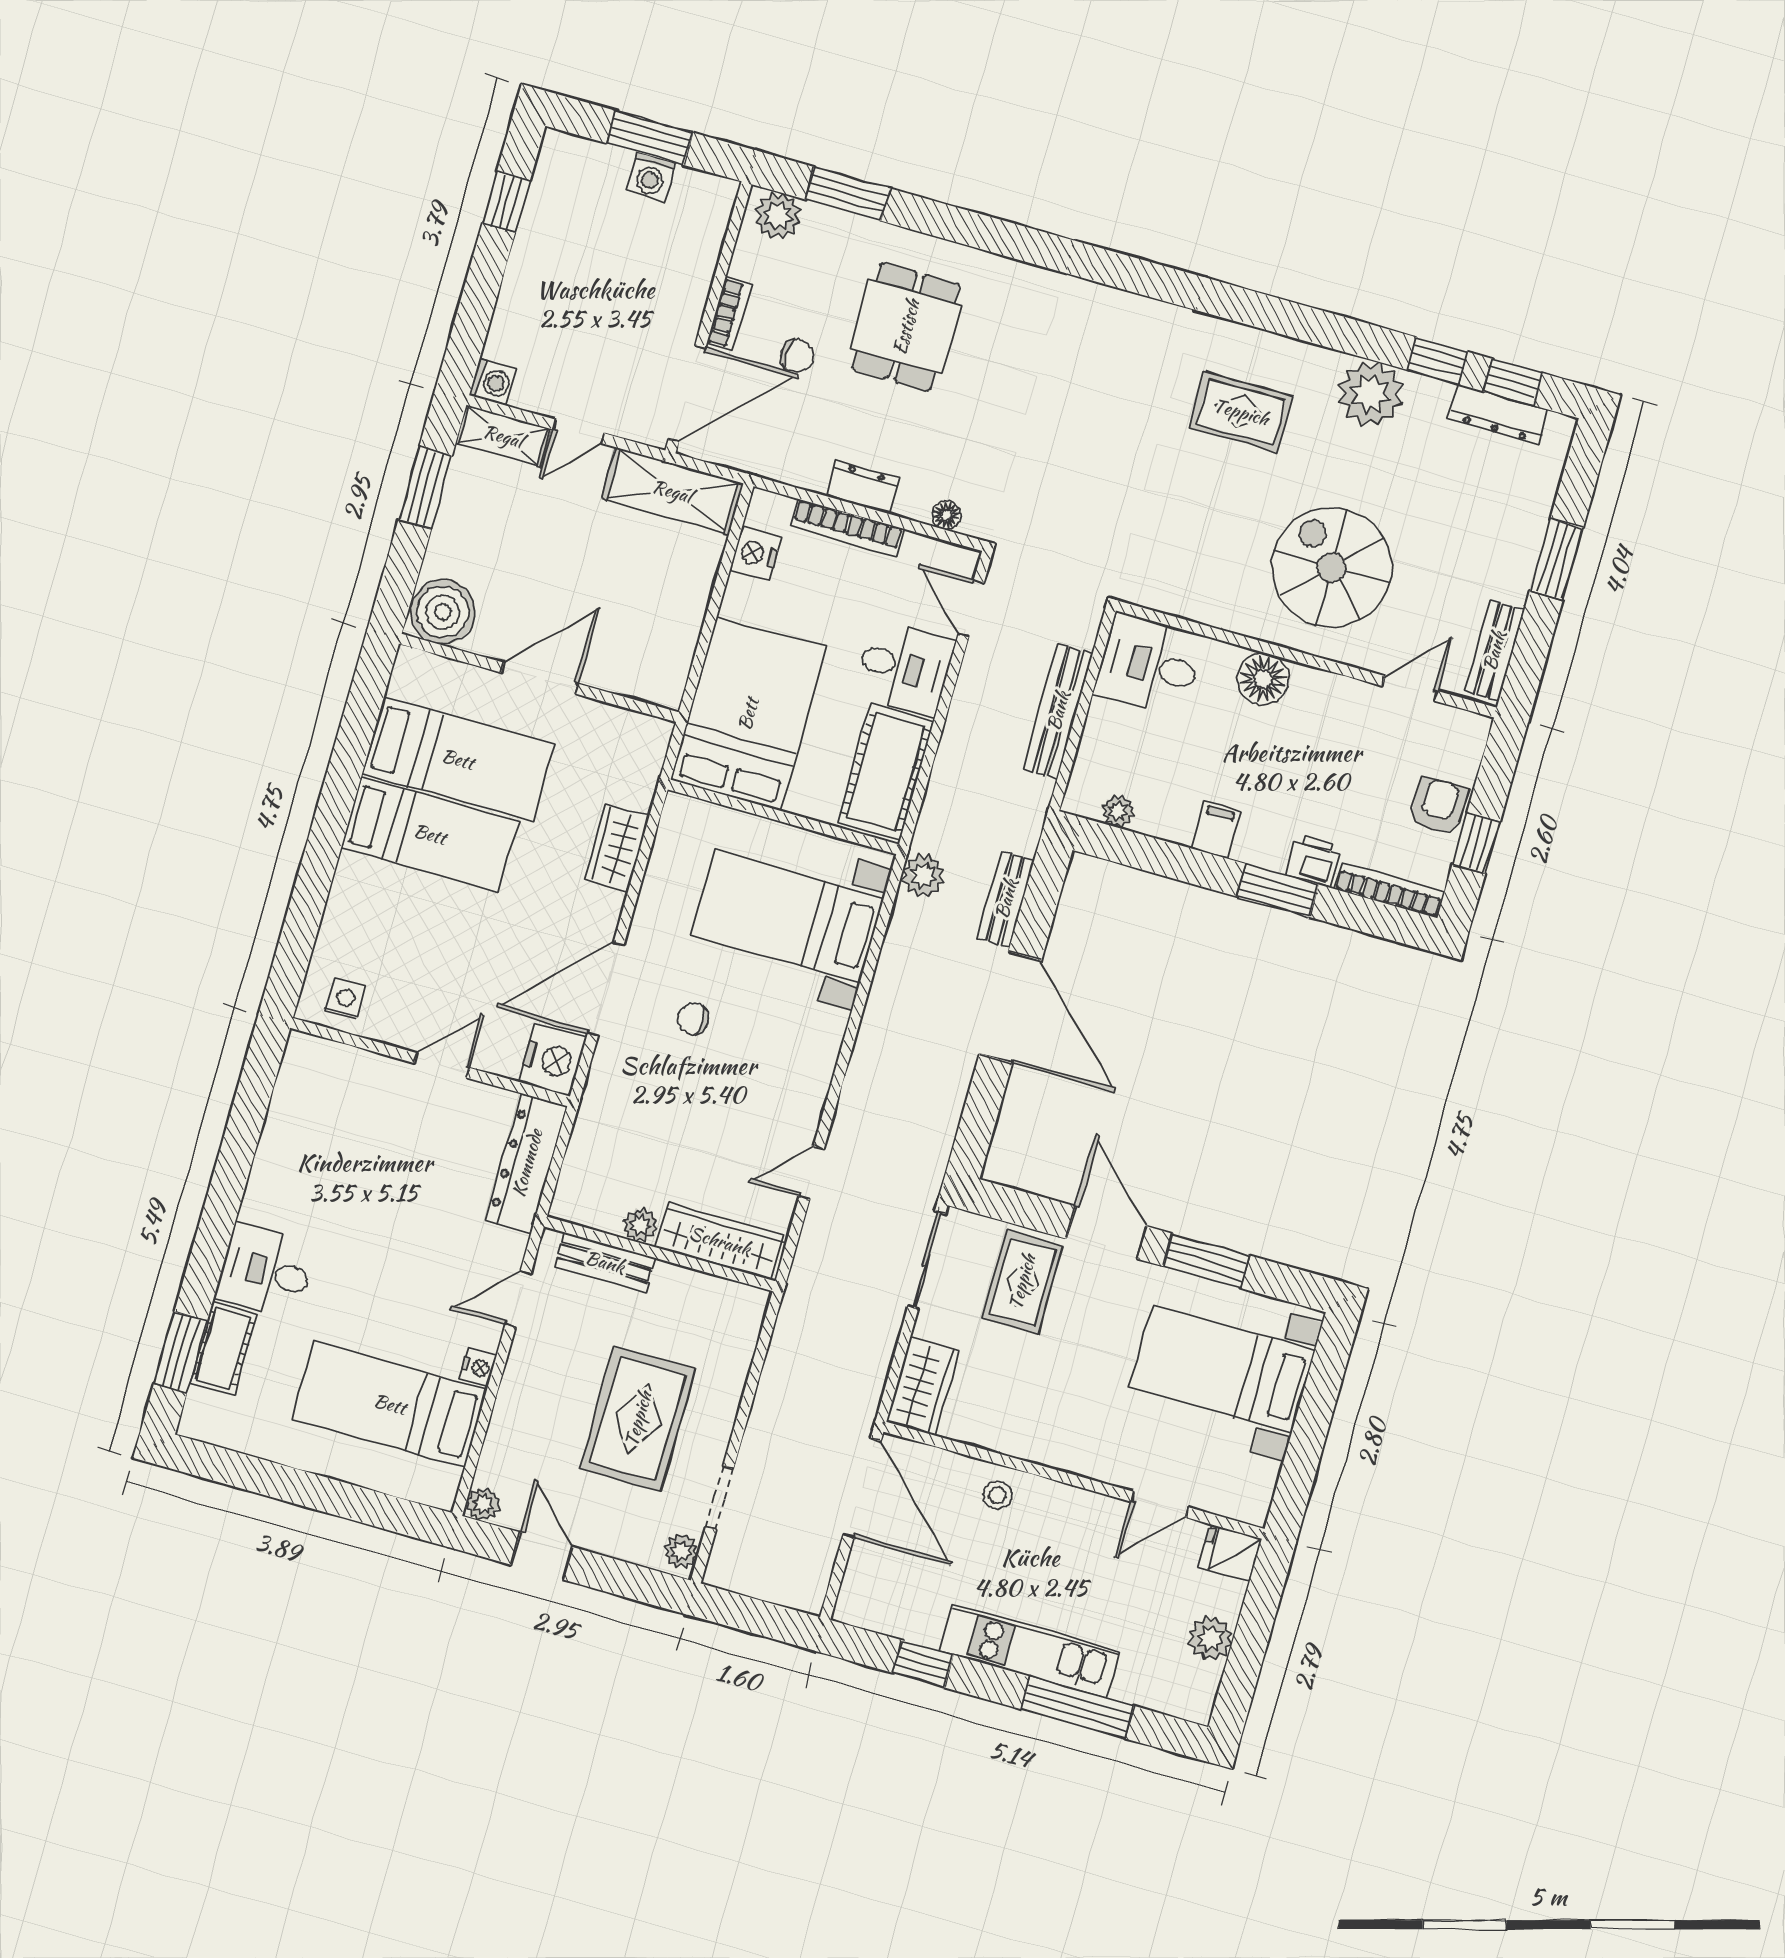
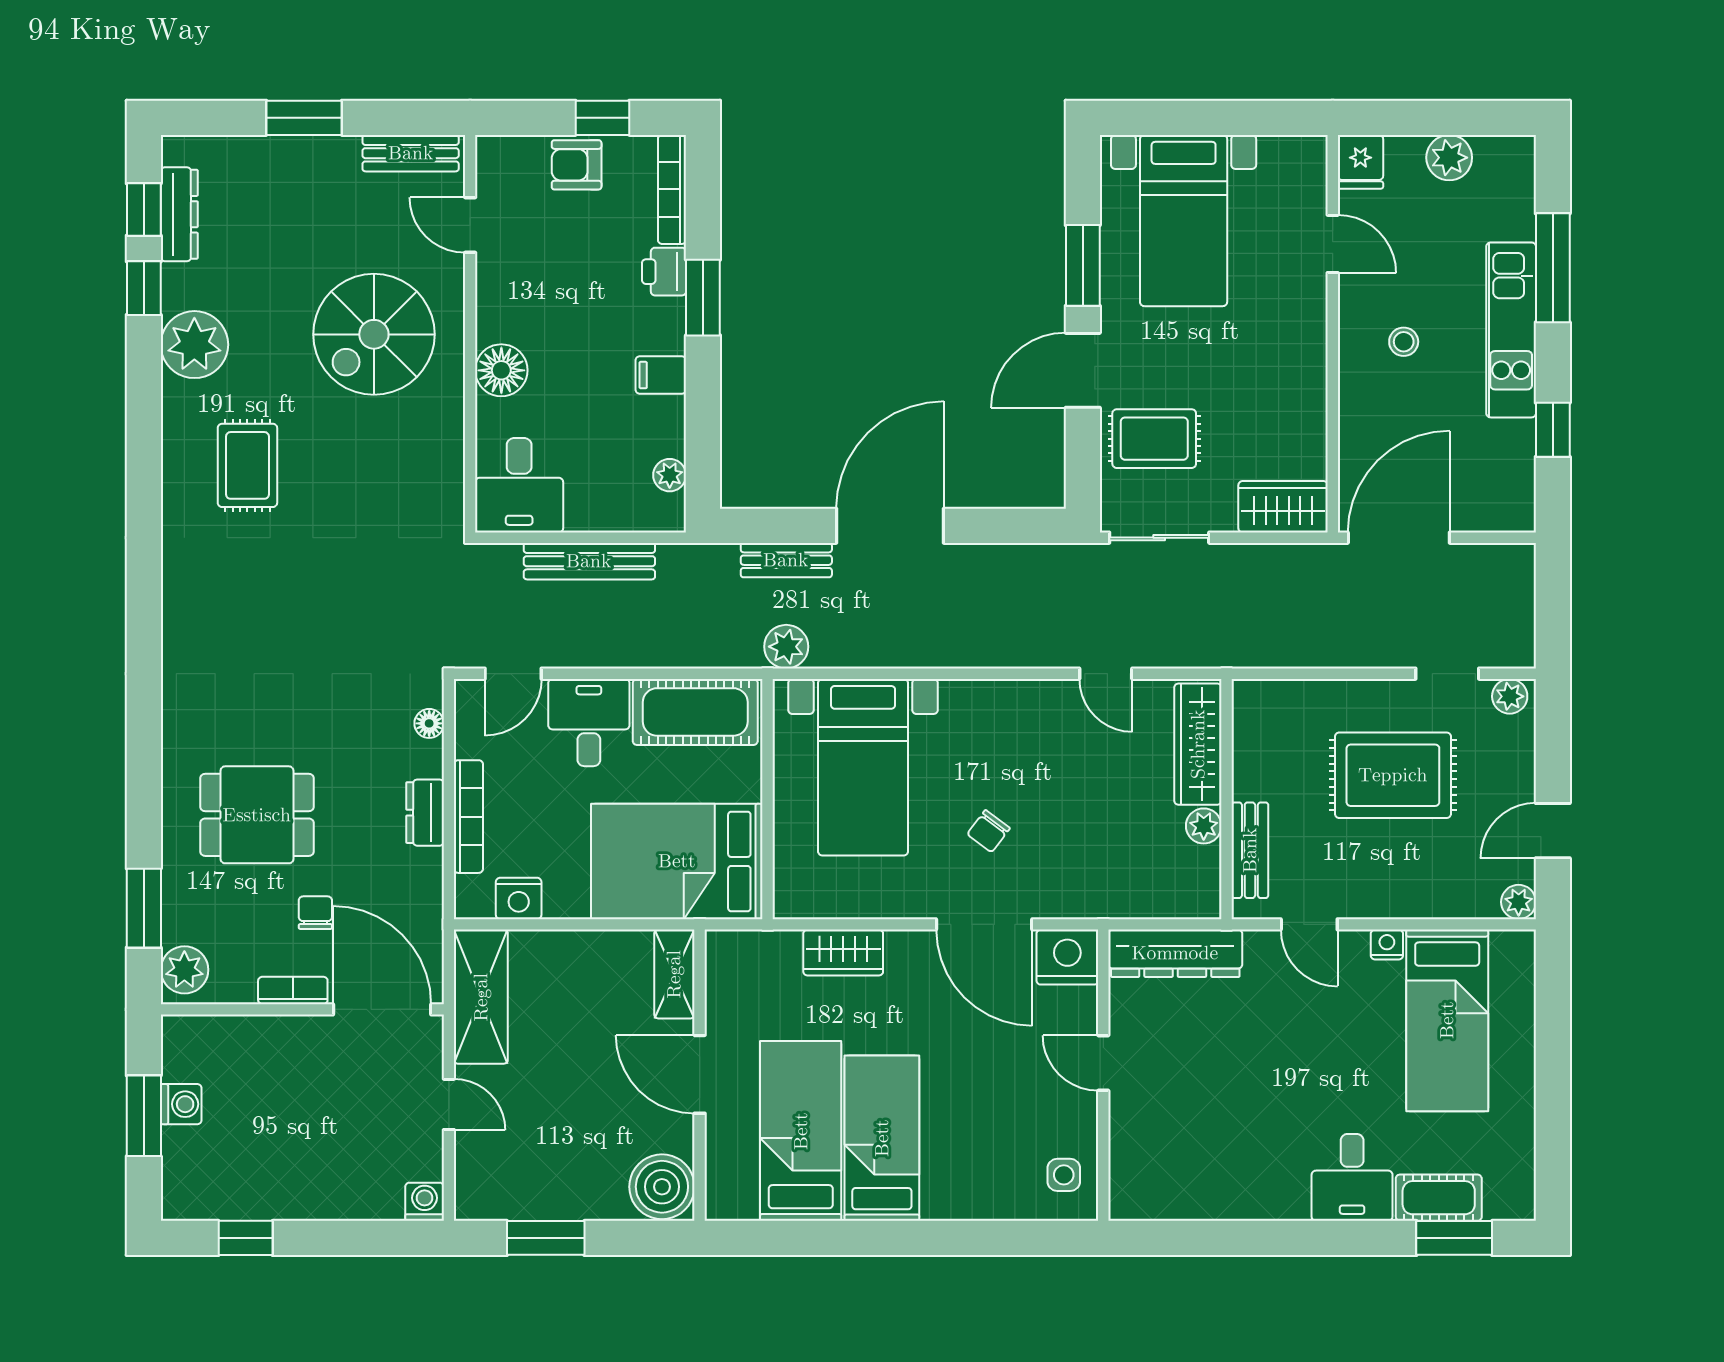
shelving: (503, 436) -> (674, 974), moved
chair: (693, 1019) -> (989, 831), turned 37
stool: (997, 1495) -> (1404, 342), moved

